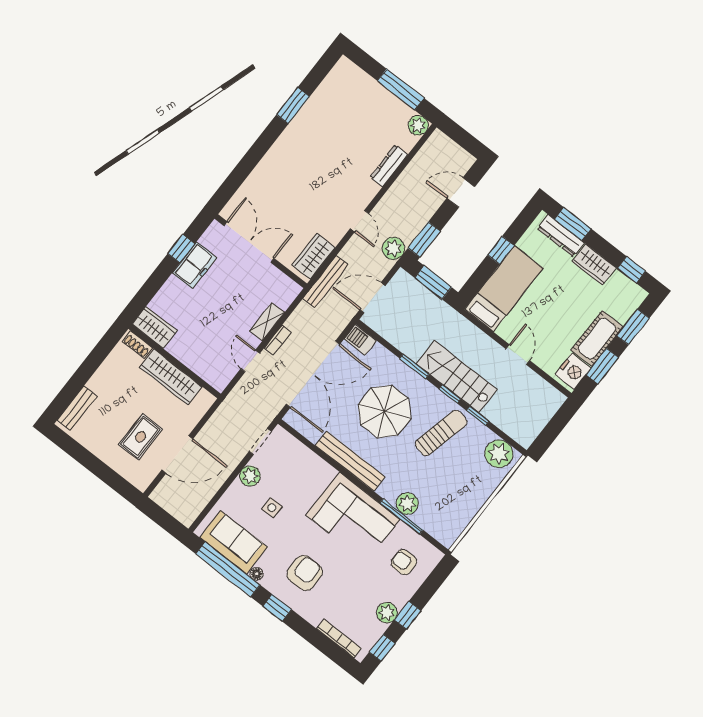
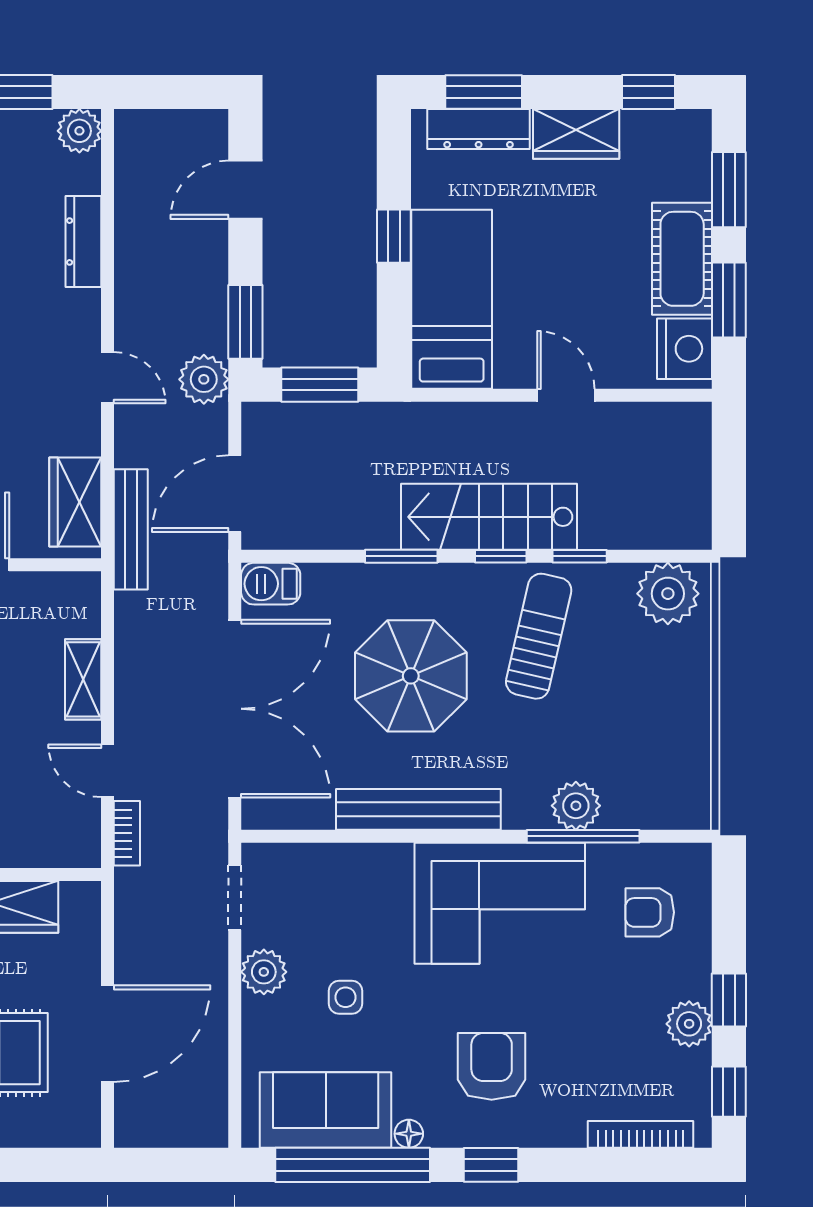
bookcase: (278, 340) -> (127, 833), moved

